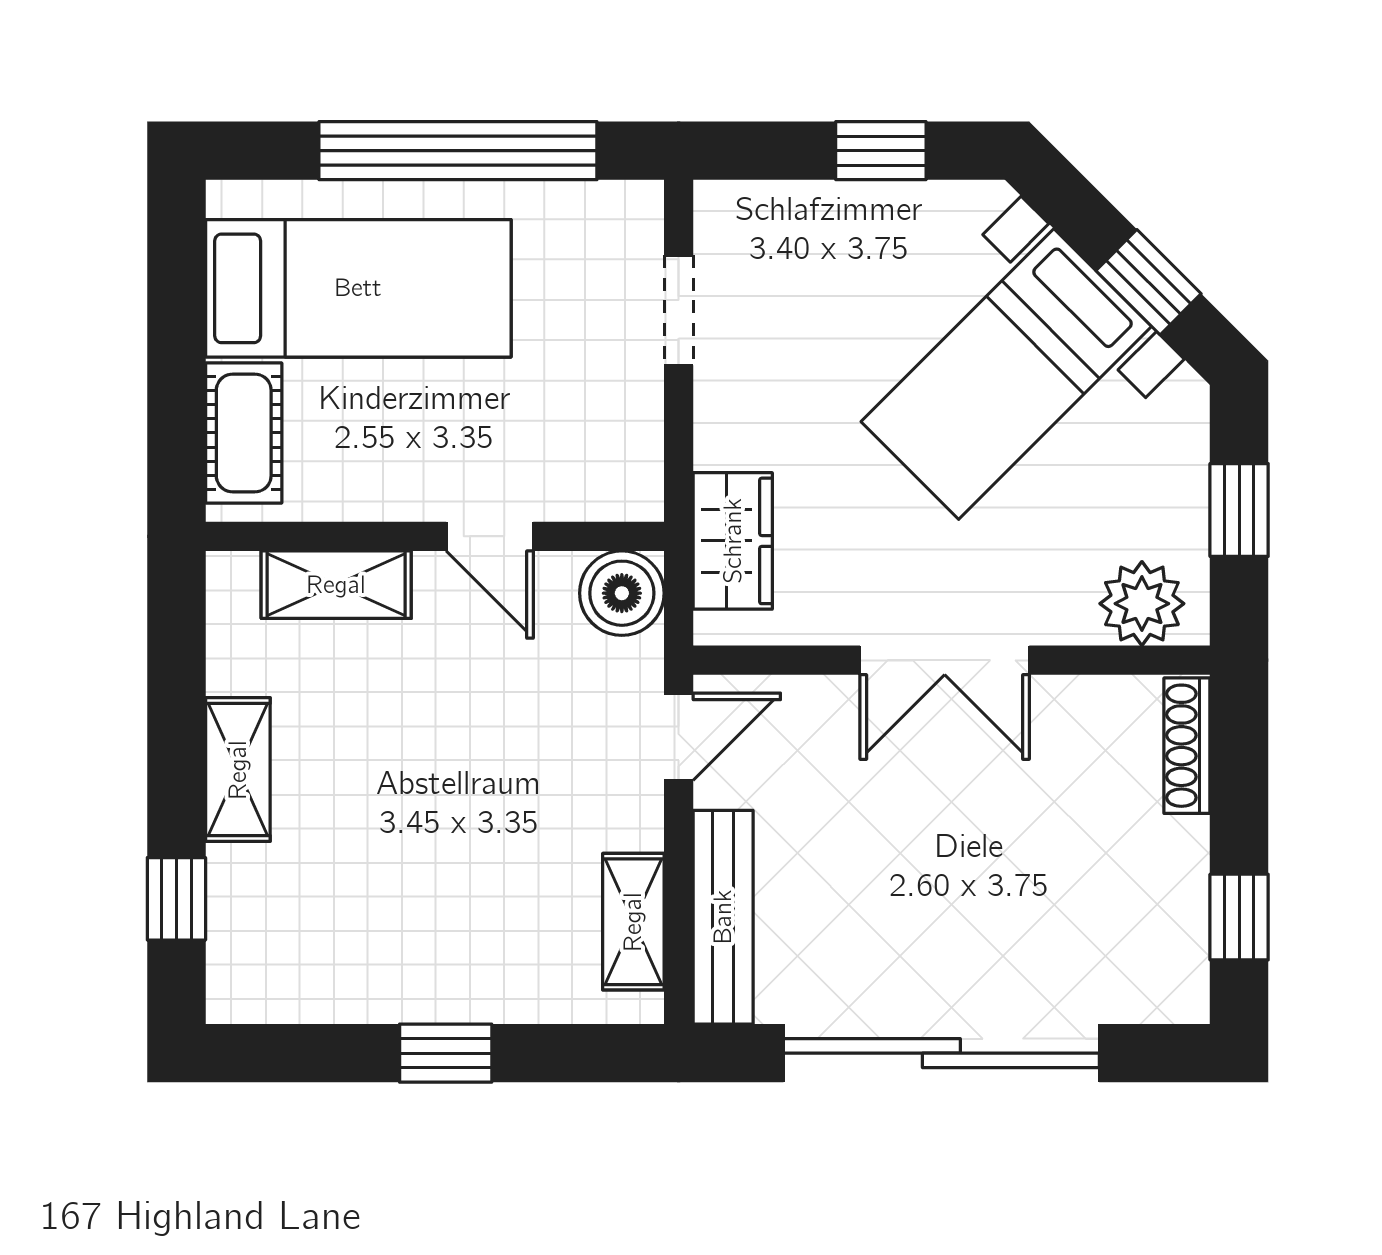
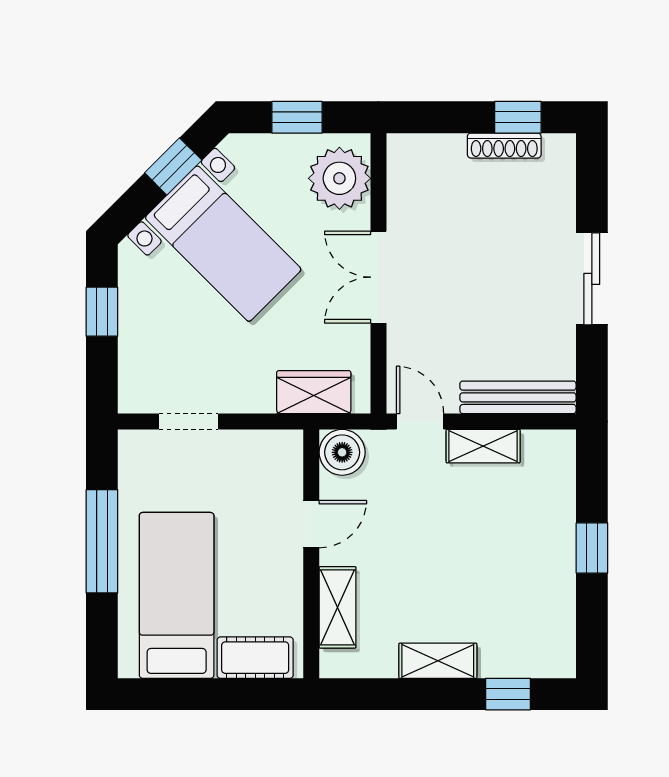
window: (458, 151) -> (102, 541), width x0.68
plant: (1142, 604) -> (339, 178), width x1.36, depth x1.36
double door: (945, 660) -> (378, 277), swing flipped
shoe rack: (1187, 746) -> (504, 146), moved
shelving: (633, 922) -> (483, 446), moved
sliding door: (941, 1053) -> (592, 279), width x0.54

